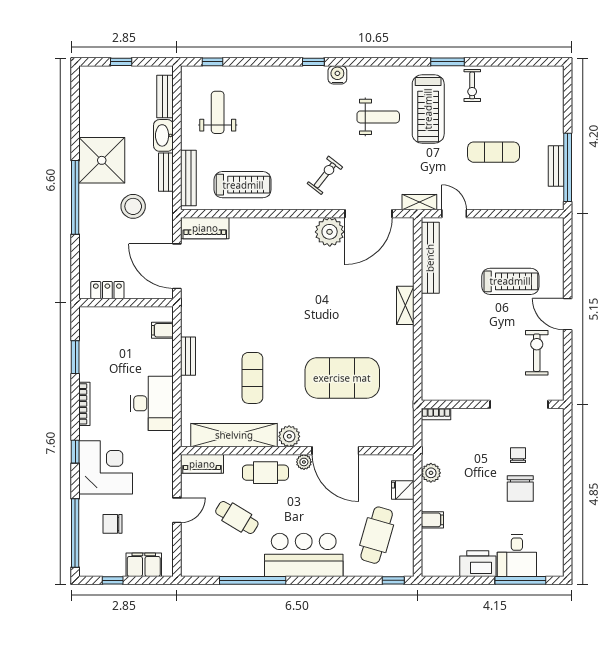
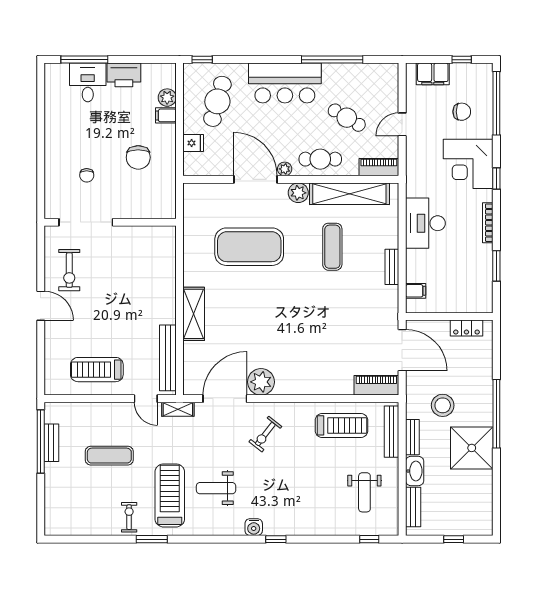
treadmill: (243, 185) -> (341, 425), turned 180
treadmill: (510, 281) -> (97, 370), moved
shelving: (405, 305) -> (194, 314), width x1.50, depth x1.33
bookcase: (436, 414) -> (162, 213), removed
plant: (431, 473) -> (167, 98), moved
chair: (520, 488) -> (138, 157), moved, turned 180

